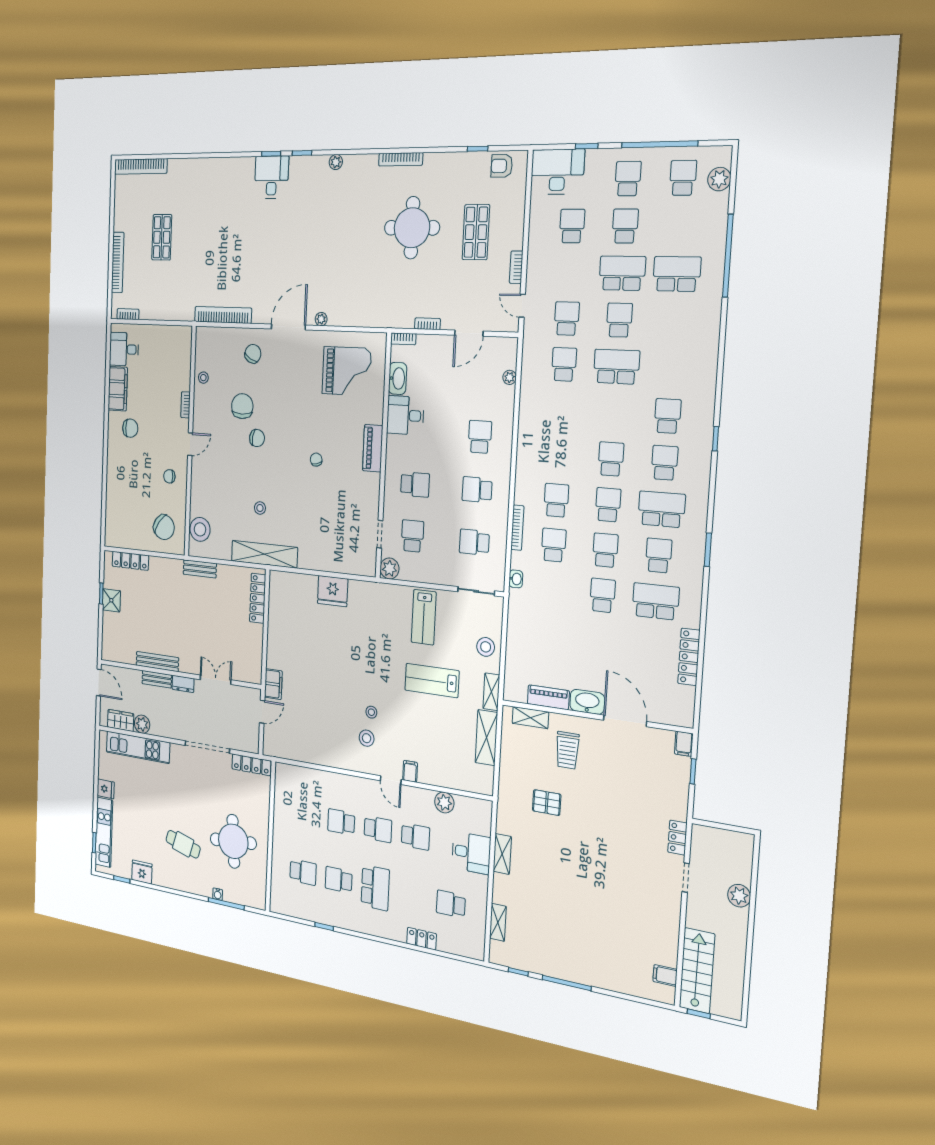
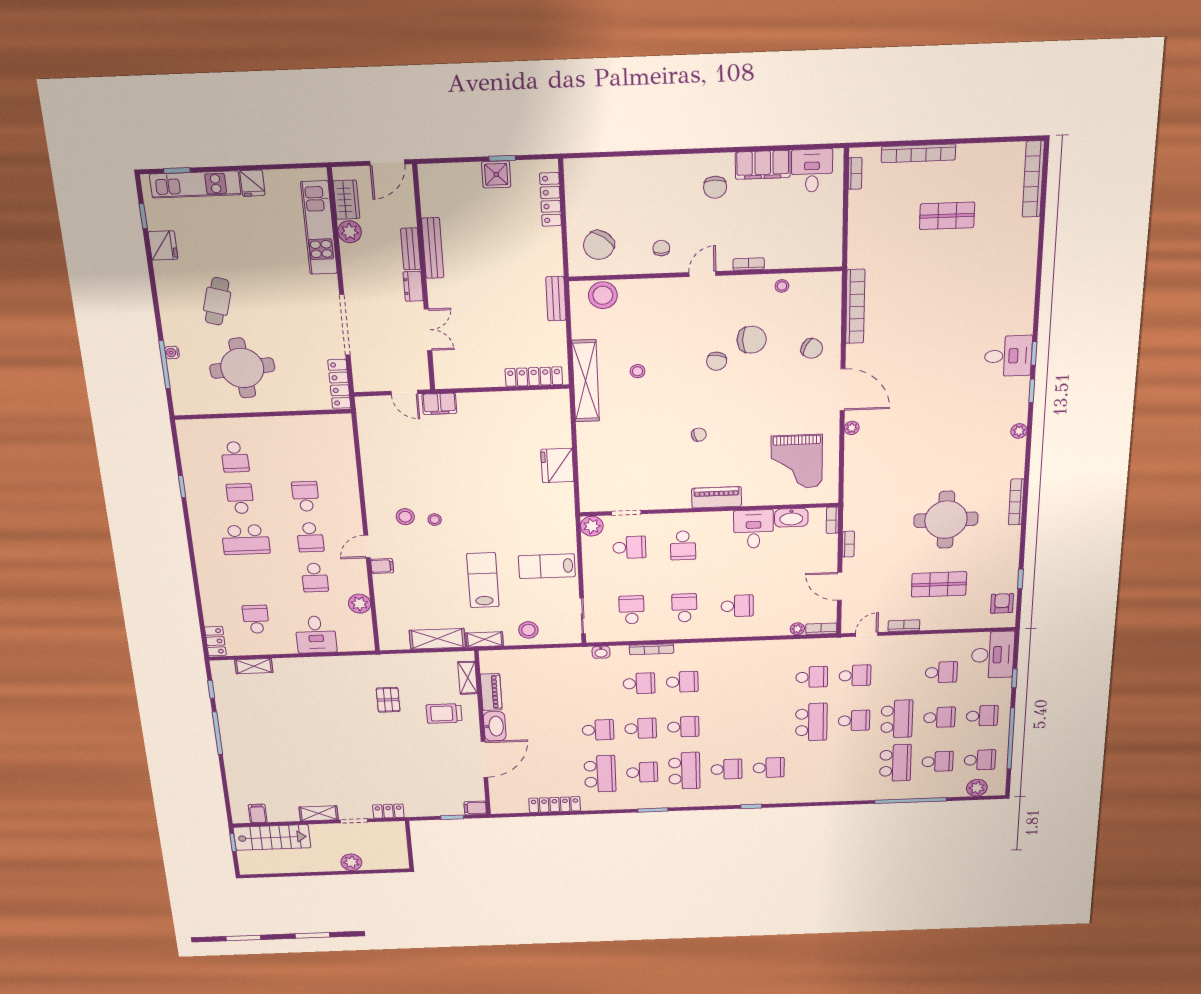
bookcase: (512, 353) -> (821, 629), added
door: (190, 444) -> (702, 274), swing flipped
school desk: (611, 459) -> (938, 761), moved
shelving: (502, 854) -> (319, 813), moved
locker: (422, 939) -> (215, 641), moved

